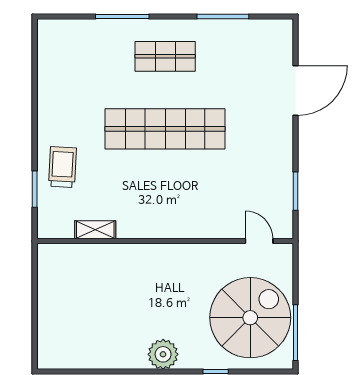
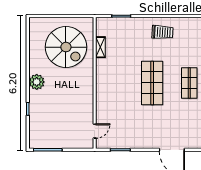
shop shelf: (165, 129) -> (152, 83), width x0.71
trolley: (62, 167) -> (162, 32), moved
spiral stairs: (250, 318) -> (66, 47), moved

